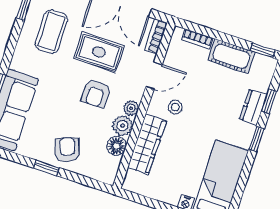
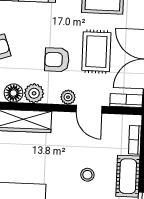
stool: (175, 107) -> (87, 175), moved
plant: (131, 108) -> (68, 97), moved

